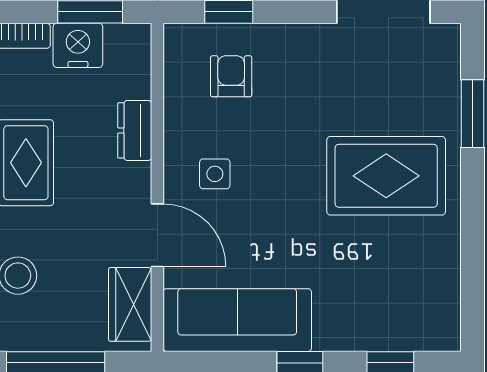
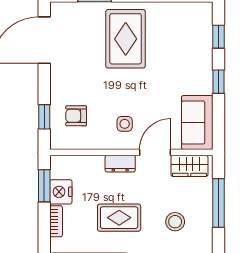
dresser: (135, 130) -> (120, 164), moved
sofa: (237, 320) -> (197, 123), width x0.73

